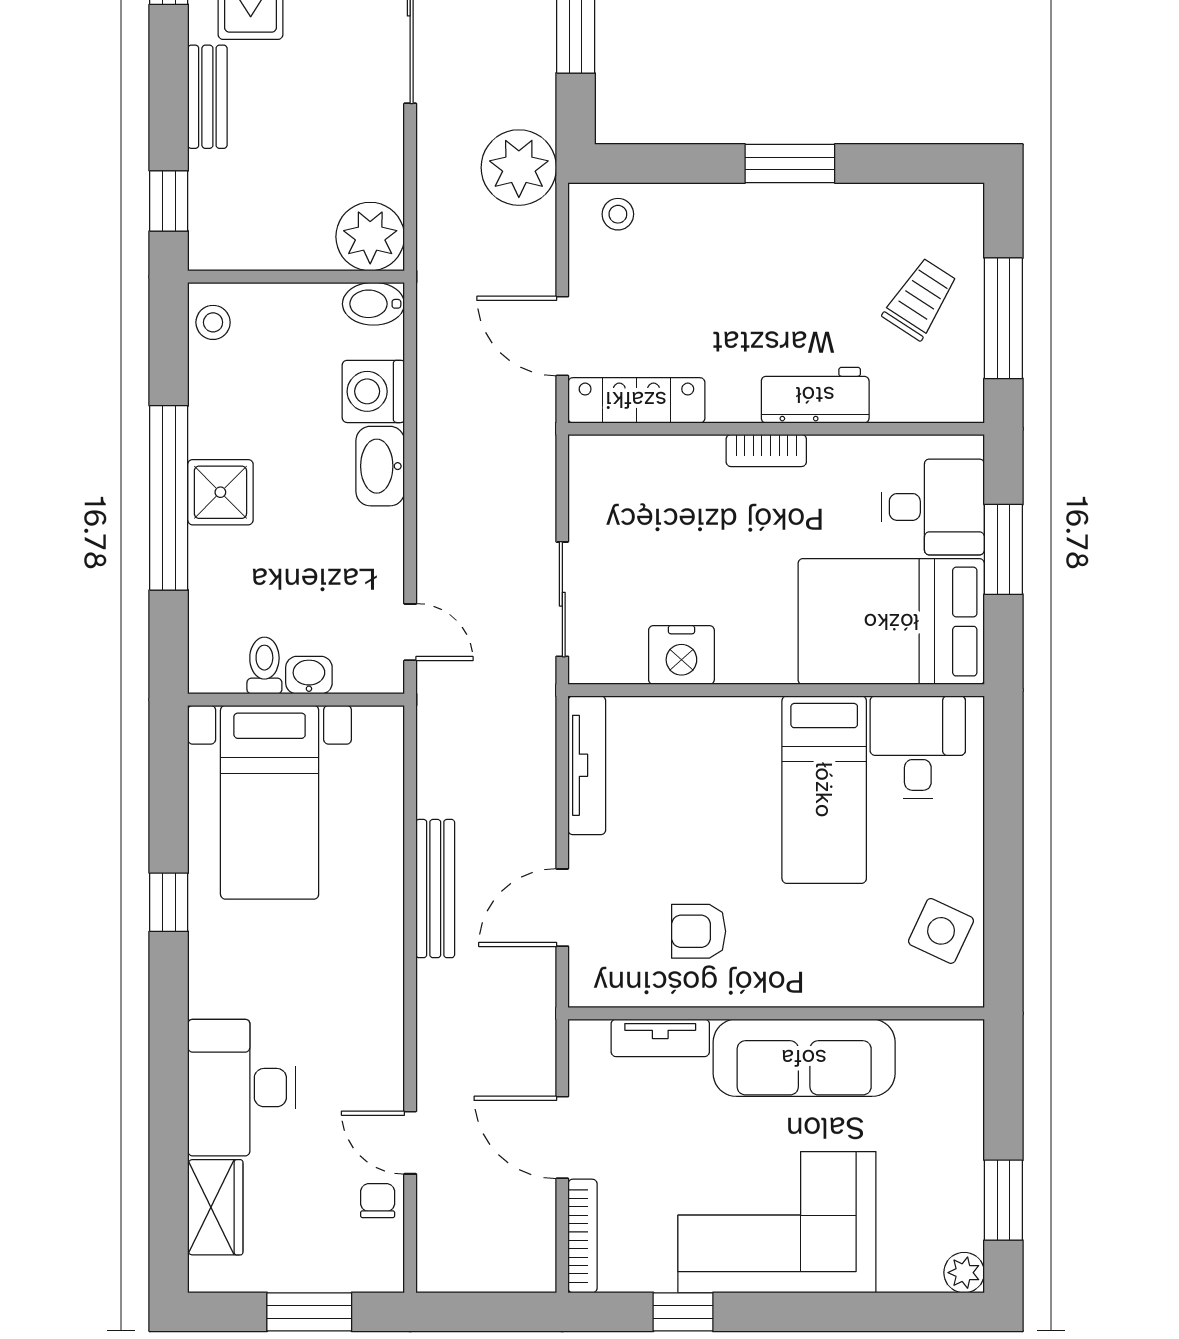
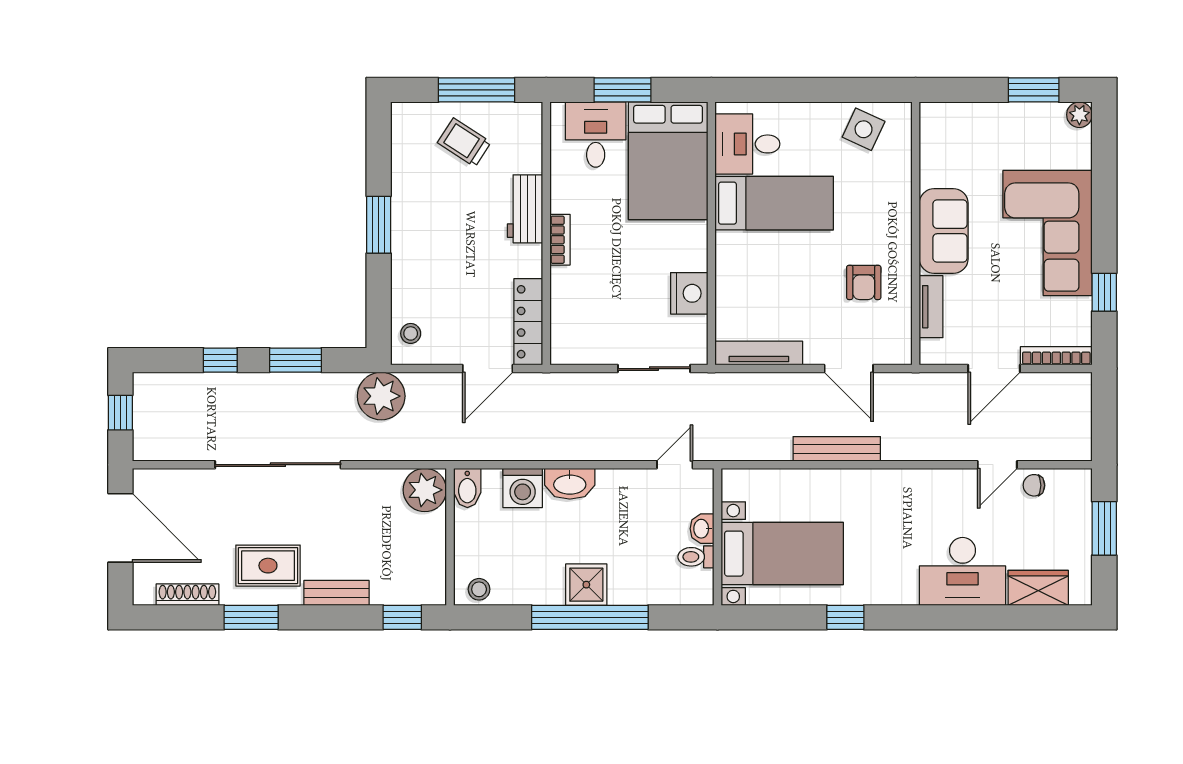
sofa: (804, 1058) -> (944, 231), width x0.73

